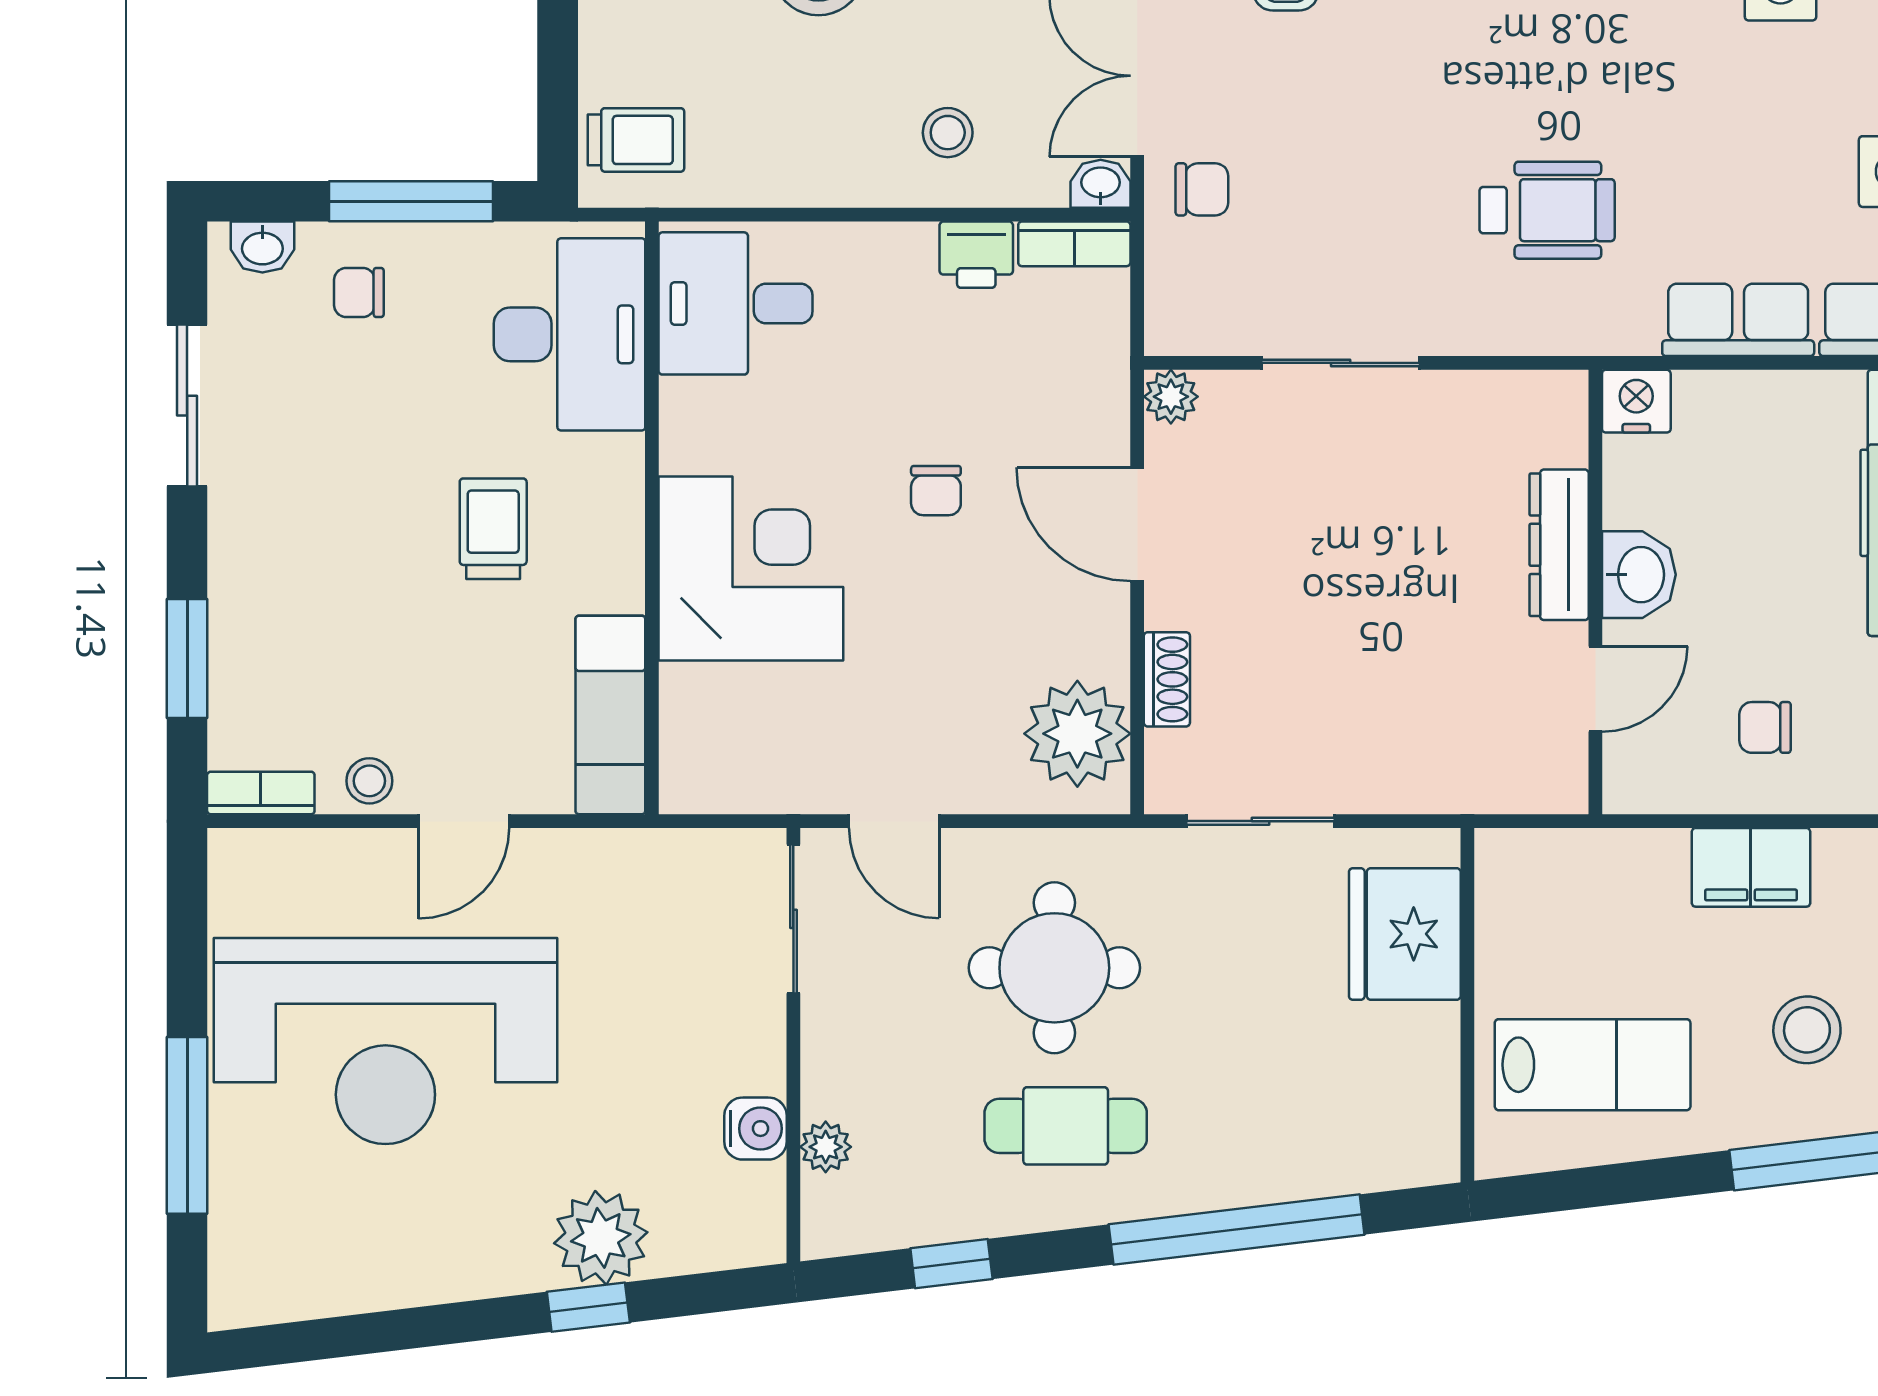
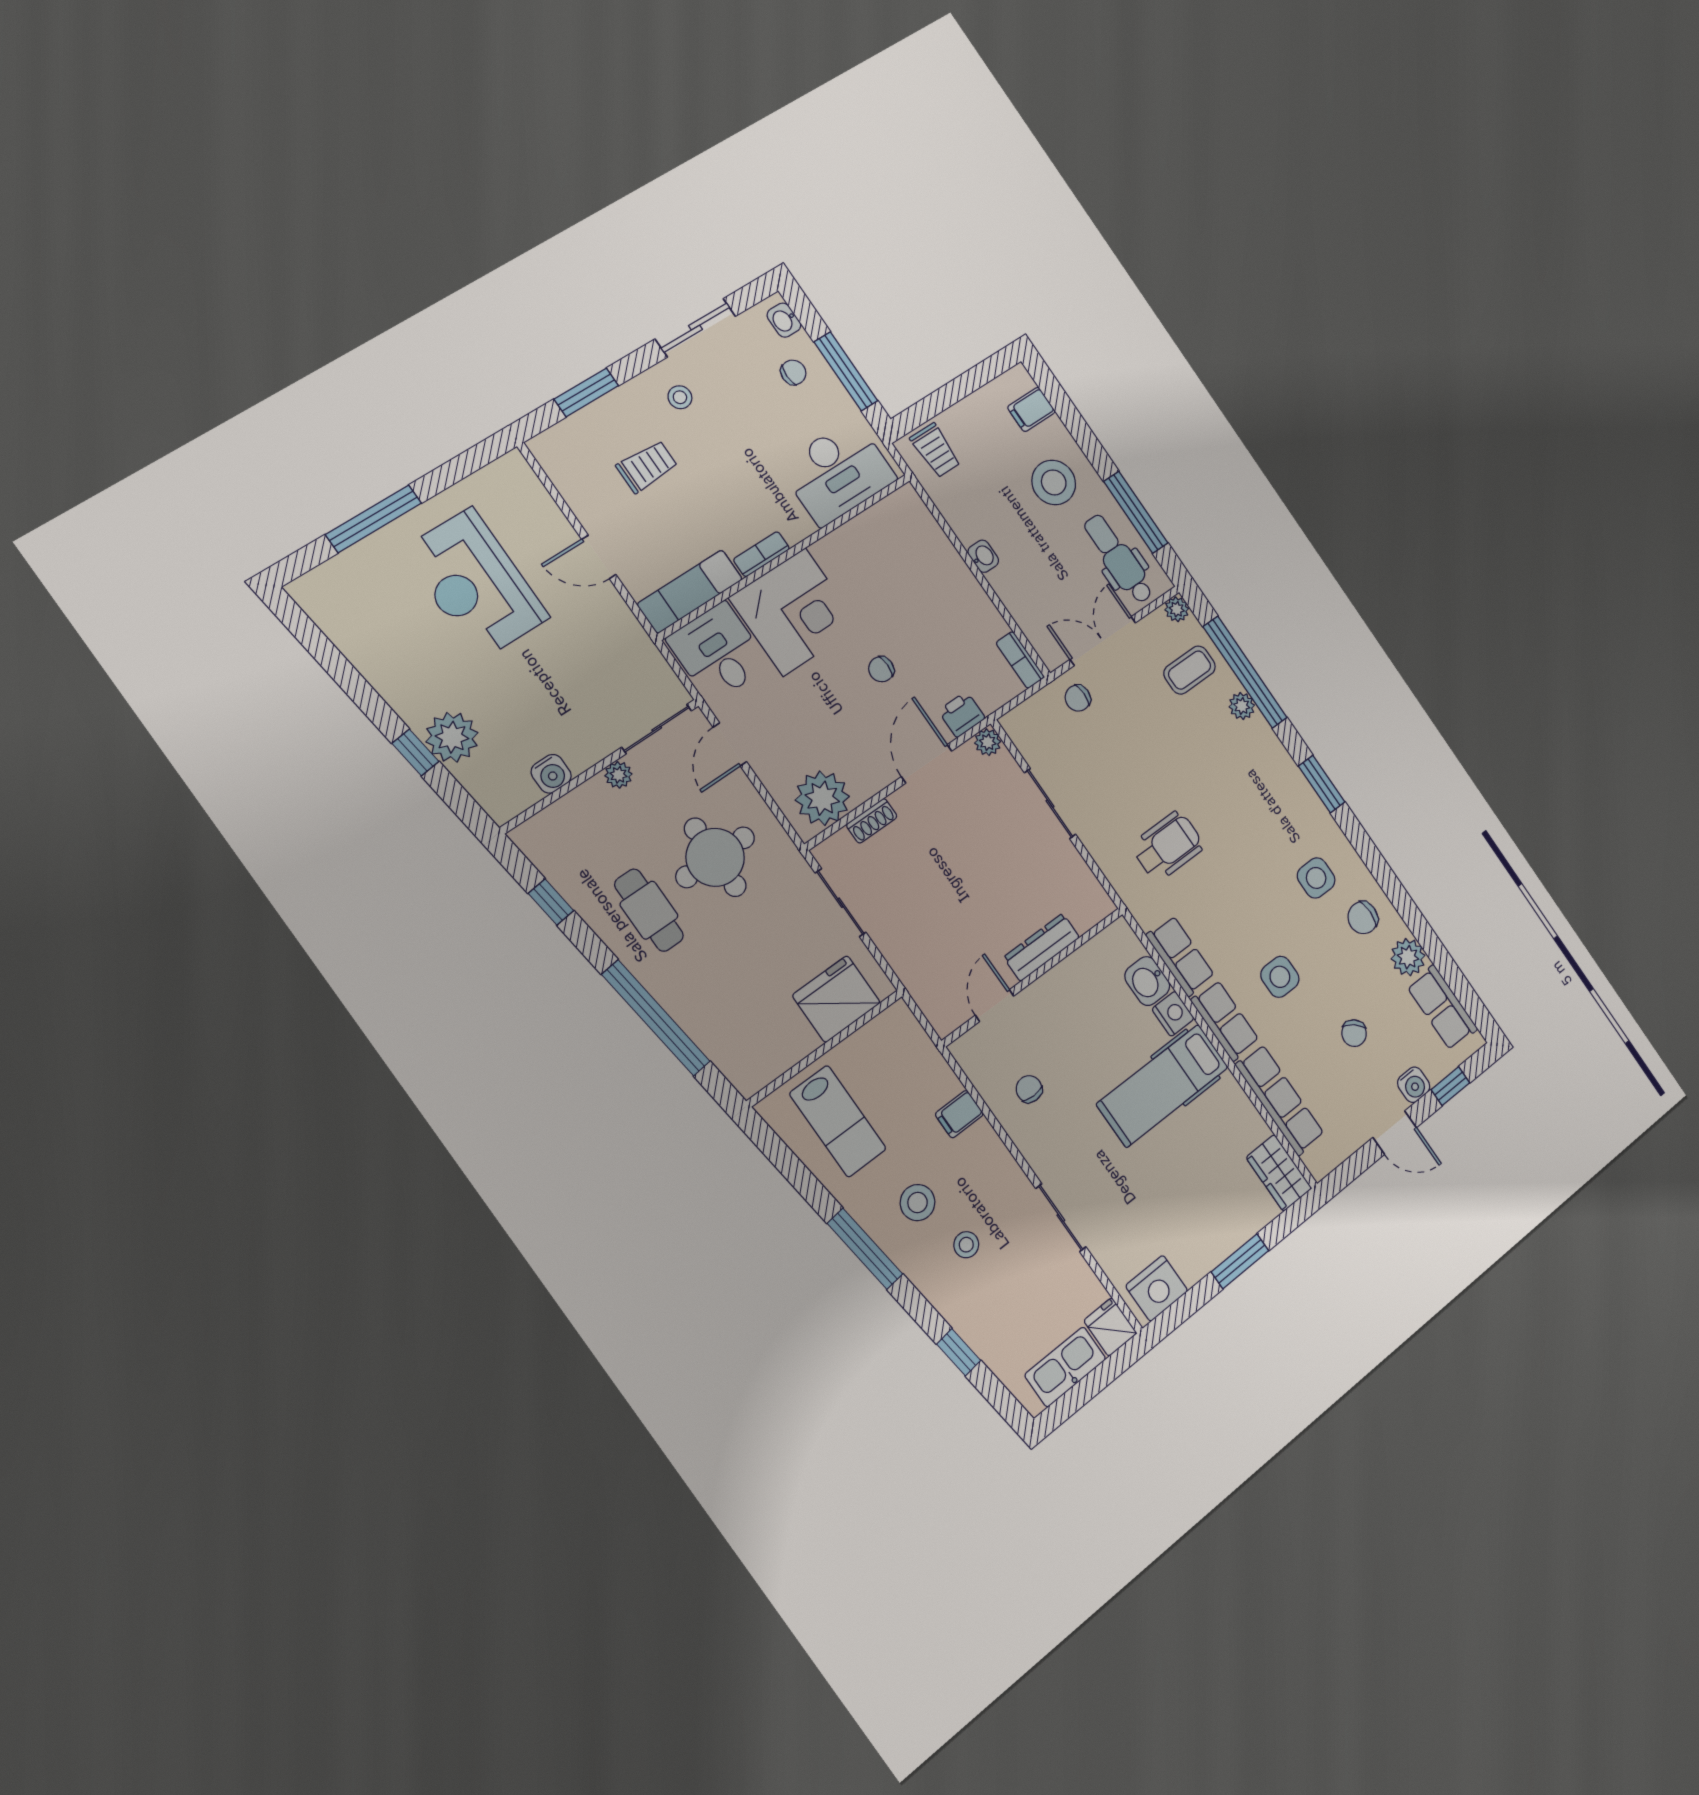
stool: (948, 133) -> (1027, 578), removed
washbasin: (1101, 184) -> (983, 556), moved
chair: (1202, 189) -> (1078, 698), turned 90
wheelchair: (1547, 210) -> (1168, 846), turned -90
printer: (976, 255) -> (962, 714), moved, turned 90
chair: (359, 292) -> (793, 372), turned 90
desk: (736, 303) -> (718, 652), moved
nightstand: (1636, 401) -> (1173, 1014), moved
trolley: (493, 529) -> (647, 466), moved
washbasin: (1639, 575) -> (1147, 981), moved, turned 90
door: (1595, 689) -> (995, 1006), swing flipped
stool: (369, 781) -> (680, 397), moved
bookcase: (261, 793) -> (761, 554), moved, turned -90
filing cabinet: (1751, 867) -> (959, 1114), width x0.50
reception desk: (385, 1041) -> (475, 584), width x0.74, depth x0.77
plant: (826, 1147) -> (618, 775), moved

